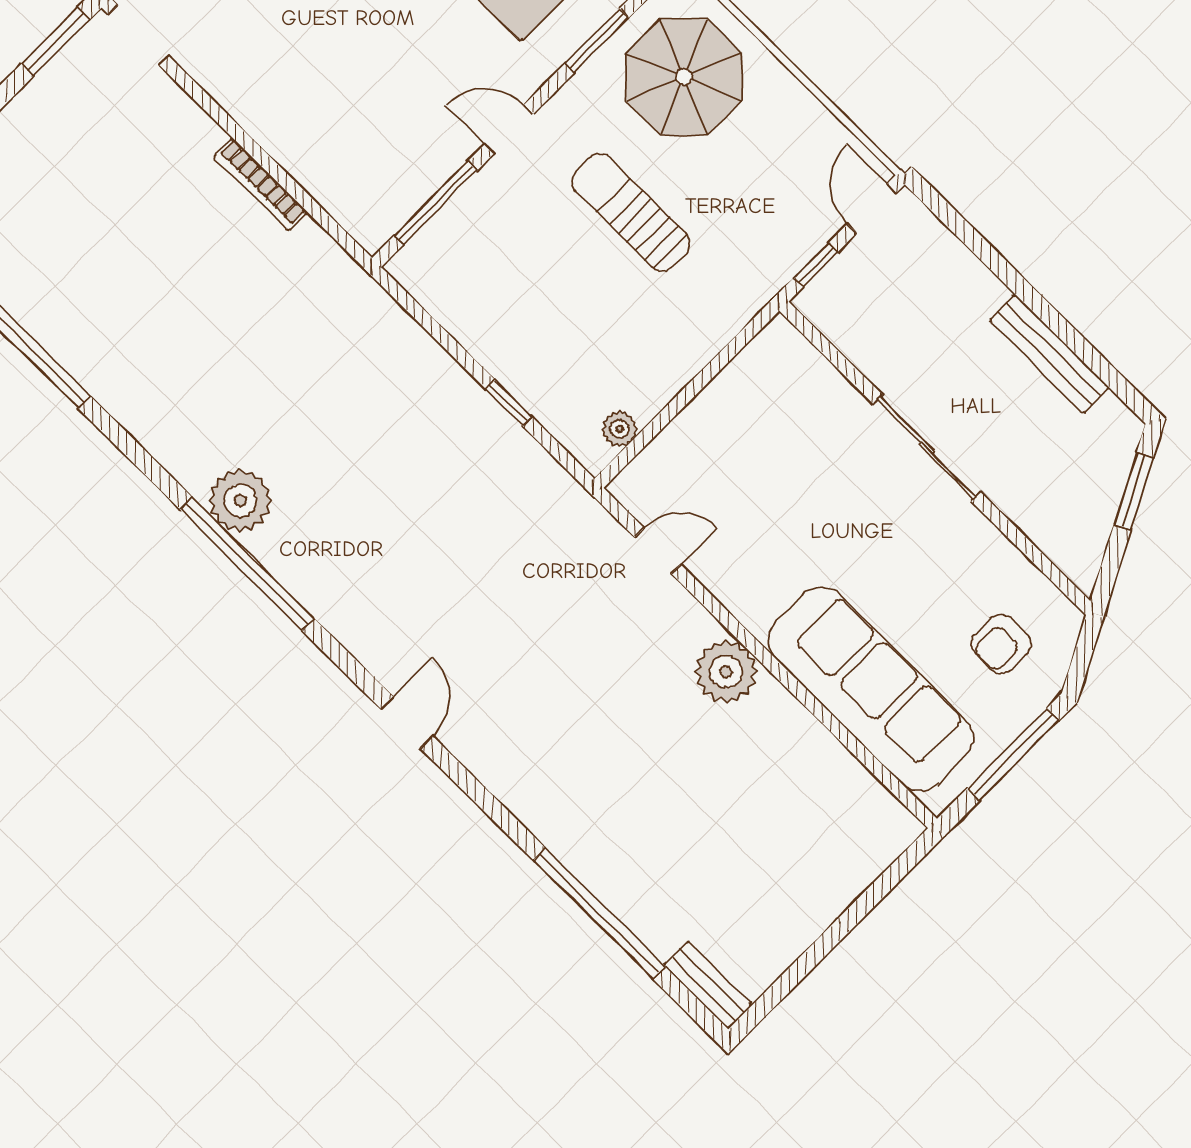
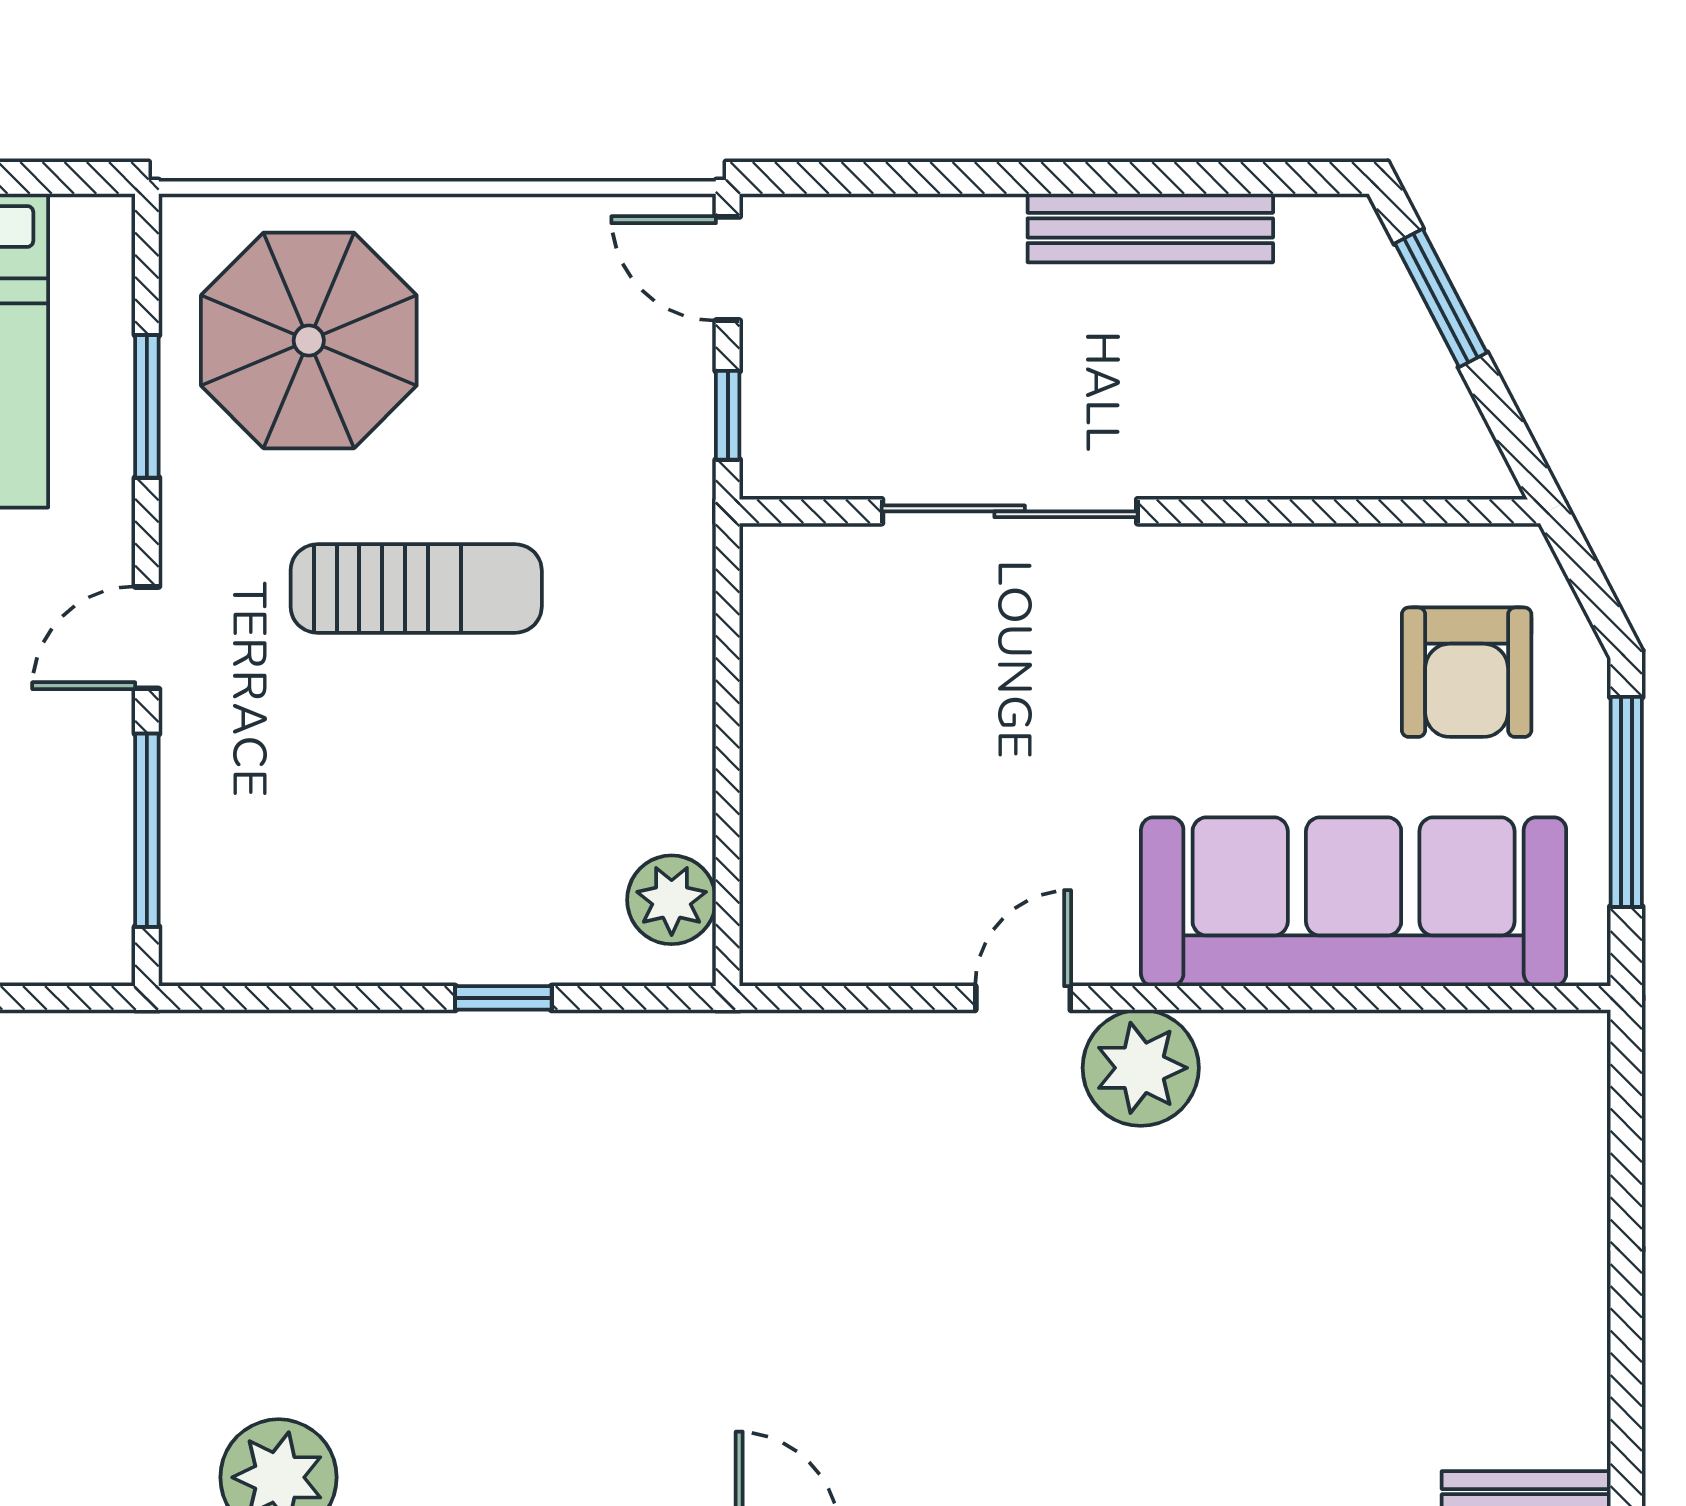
sun lounger: (631, 213) -> (416, 589), turned 180
plant: (619, 429) -> (672, 900), width x1.38, depth x1.38
sliding door: (927, 448) -> (1010, 511), moved
door: (658, 551) -> (1023, 998), moved
armchair: (1001, 644) -> (1467, 672), width x1.38, depth x1.38

